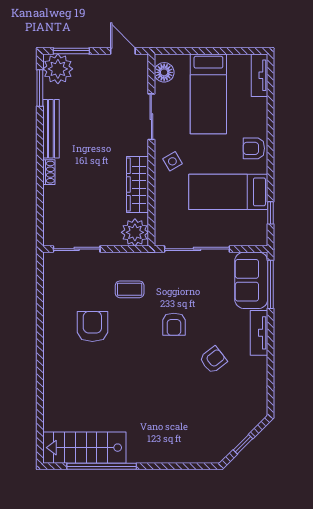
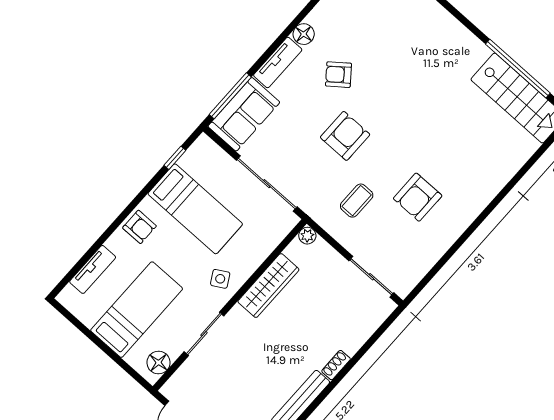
tv unit: (260, 75) -> (93, 269), moved
plant: (135, 232) -> (307, 236), width x0.53, depth x0.53
coffee table: (130, 289) -> (357, 201), turned 90
armchair: (174, 324) -> (345, 136), width x1.38, depth x1.38
floor lamp: (259, 366) -> (304, 34), added

